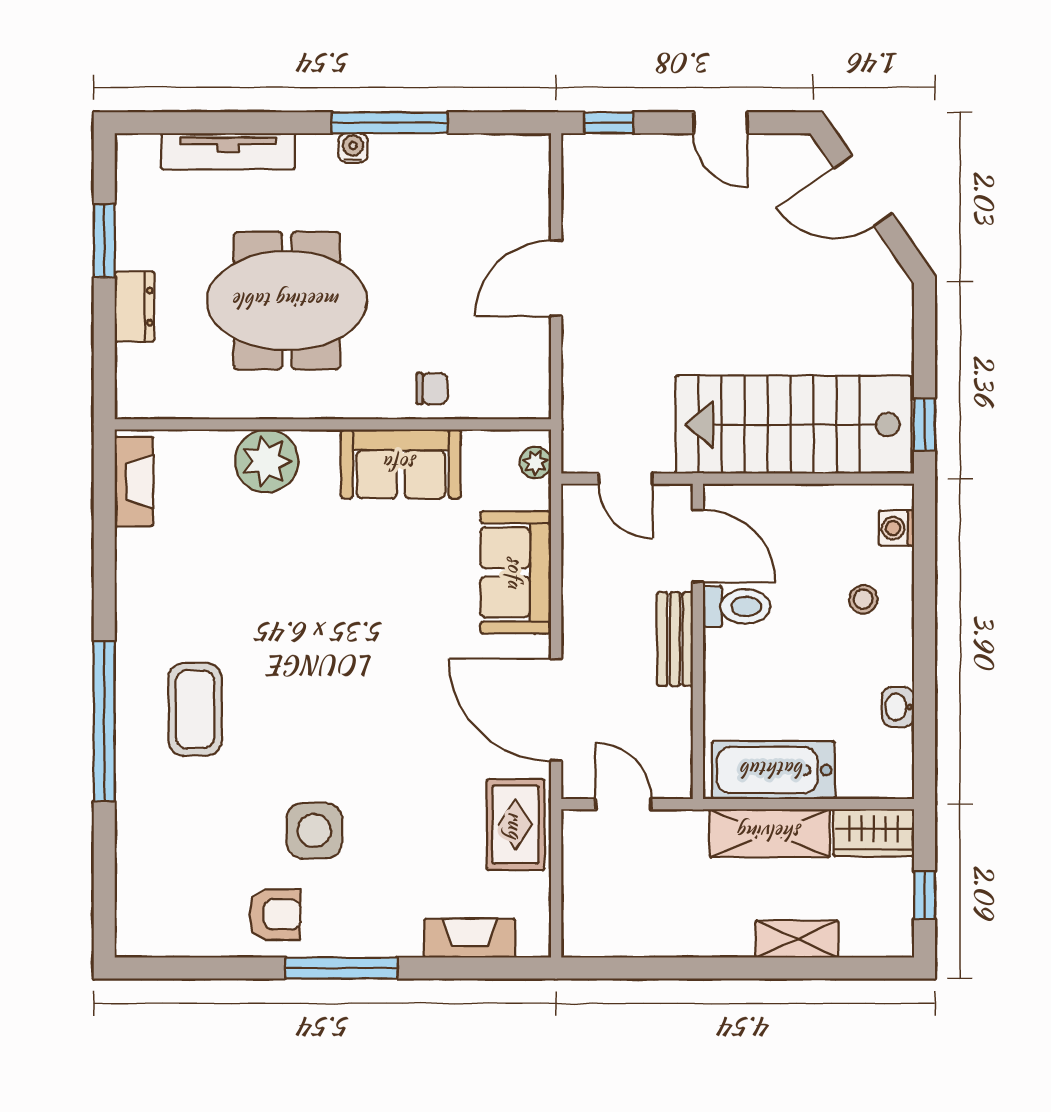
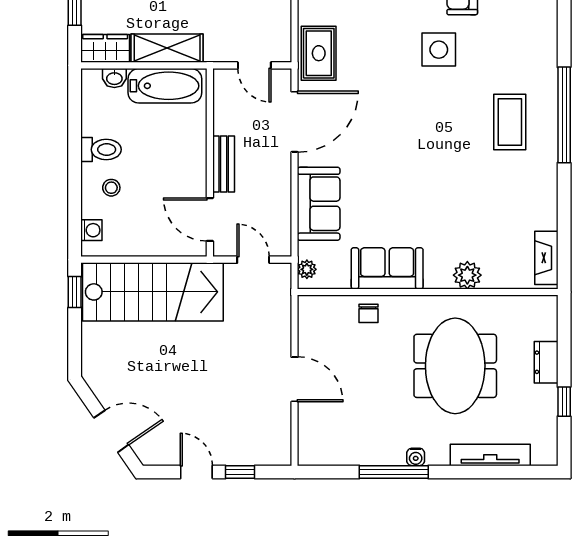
window: (609, 123) -> (240, 472), moved
window: (104, 241) -> (564, 402), width x0.67
door: (556, 278) -> (295, 379), hinge flipped
meeting table: (287, 301) -> (455, 366), turned 90
chair: (432, 389) -> (368, 313), turned -90
plant: (266, 461) -> (467, 275), width x0.73, depth x0.73
toilet: (737, 606) -> (101, 150), moved, turned 180
washbasin: (898, 707) -> (114, 78), moved, turned 90
door: (556, 710) -> (295, 122), hinge flipped

